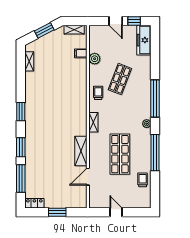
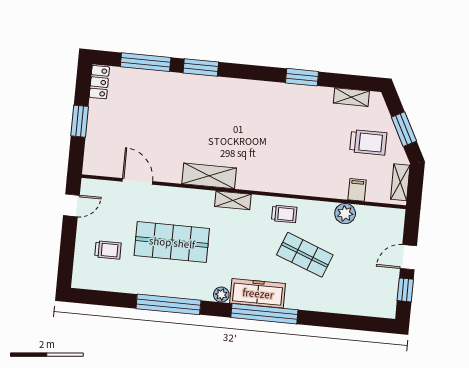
freezer: (144, 40) -> (258, 293), moved
trolley: (54, 50) -> (368, 142), added
window: (21, 112) -> (302, 77), moved
shelving: (81, 151) -> (209, 176), moved
trolley: (143, 180) -> (108, 250), moved
door: (116, 212) -> (71, 205), moved

